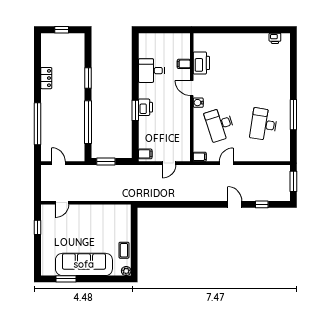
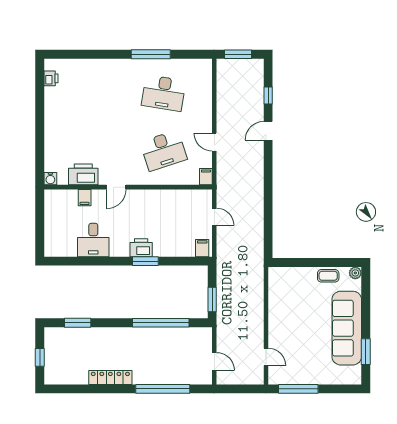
locker: (46, 78) -> (110, 377), width x1.53
window: (88, 78) -> (78, 323), moved
water cooler: (198, 103) -> (50, 179), moved
door: (58, 163) -> (214, 361), swing flipped
window: (38, 227) -> (298, 389), width x2.17

